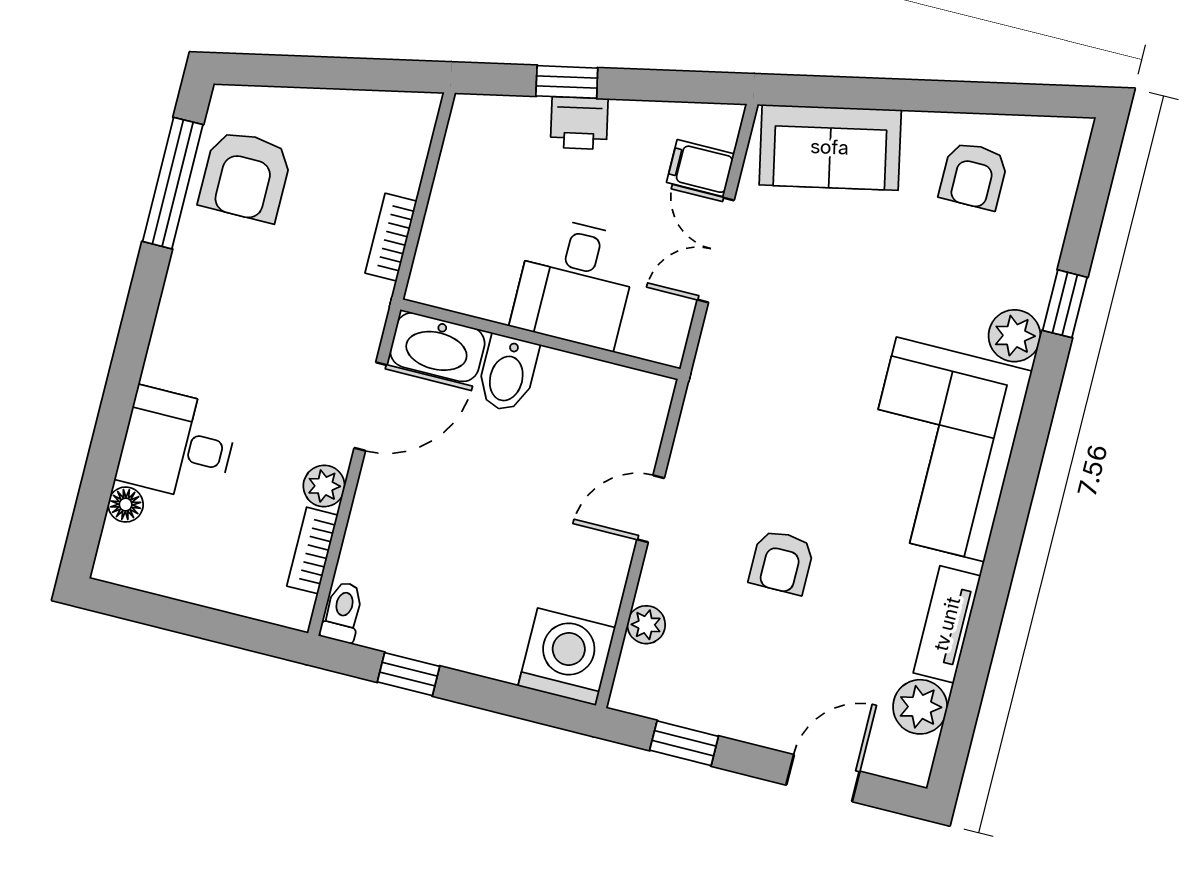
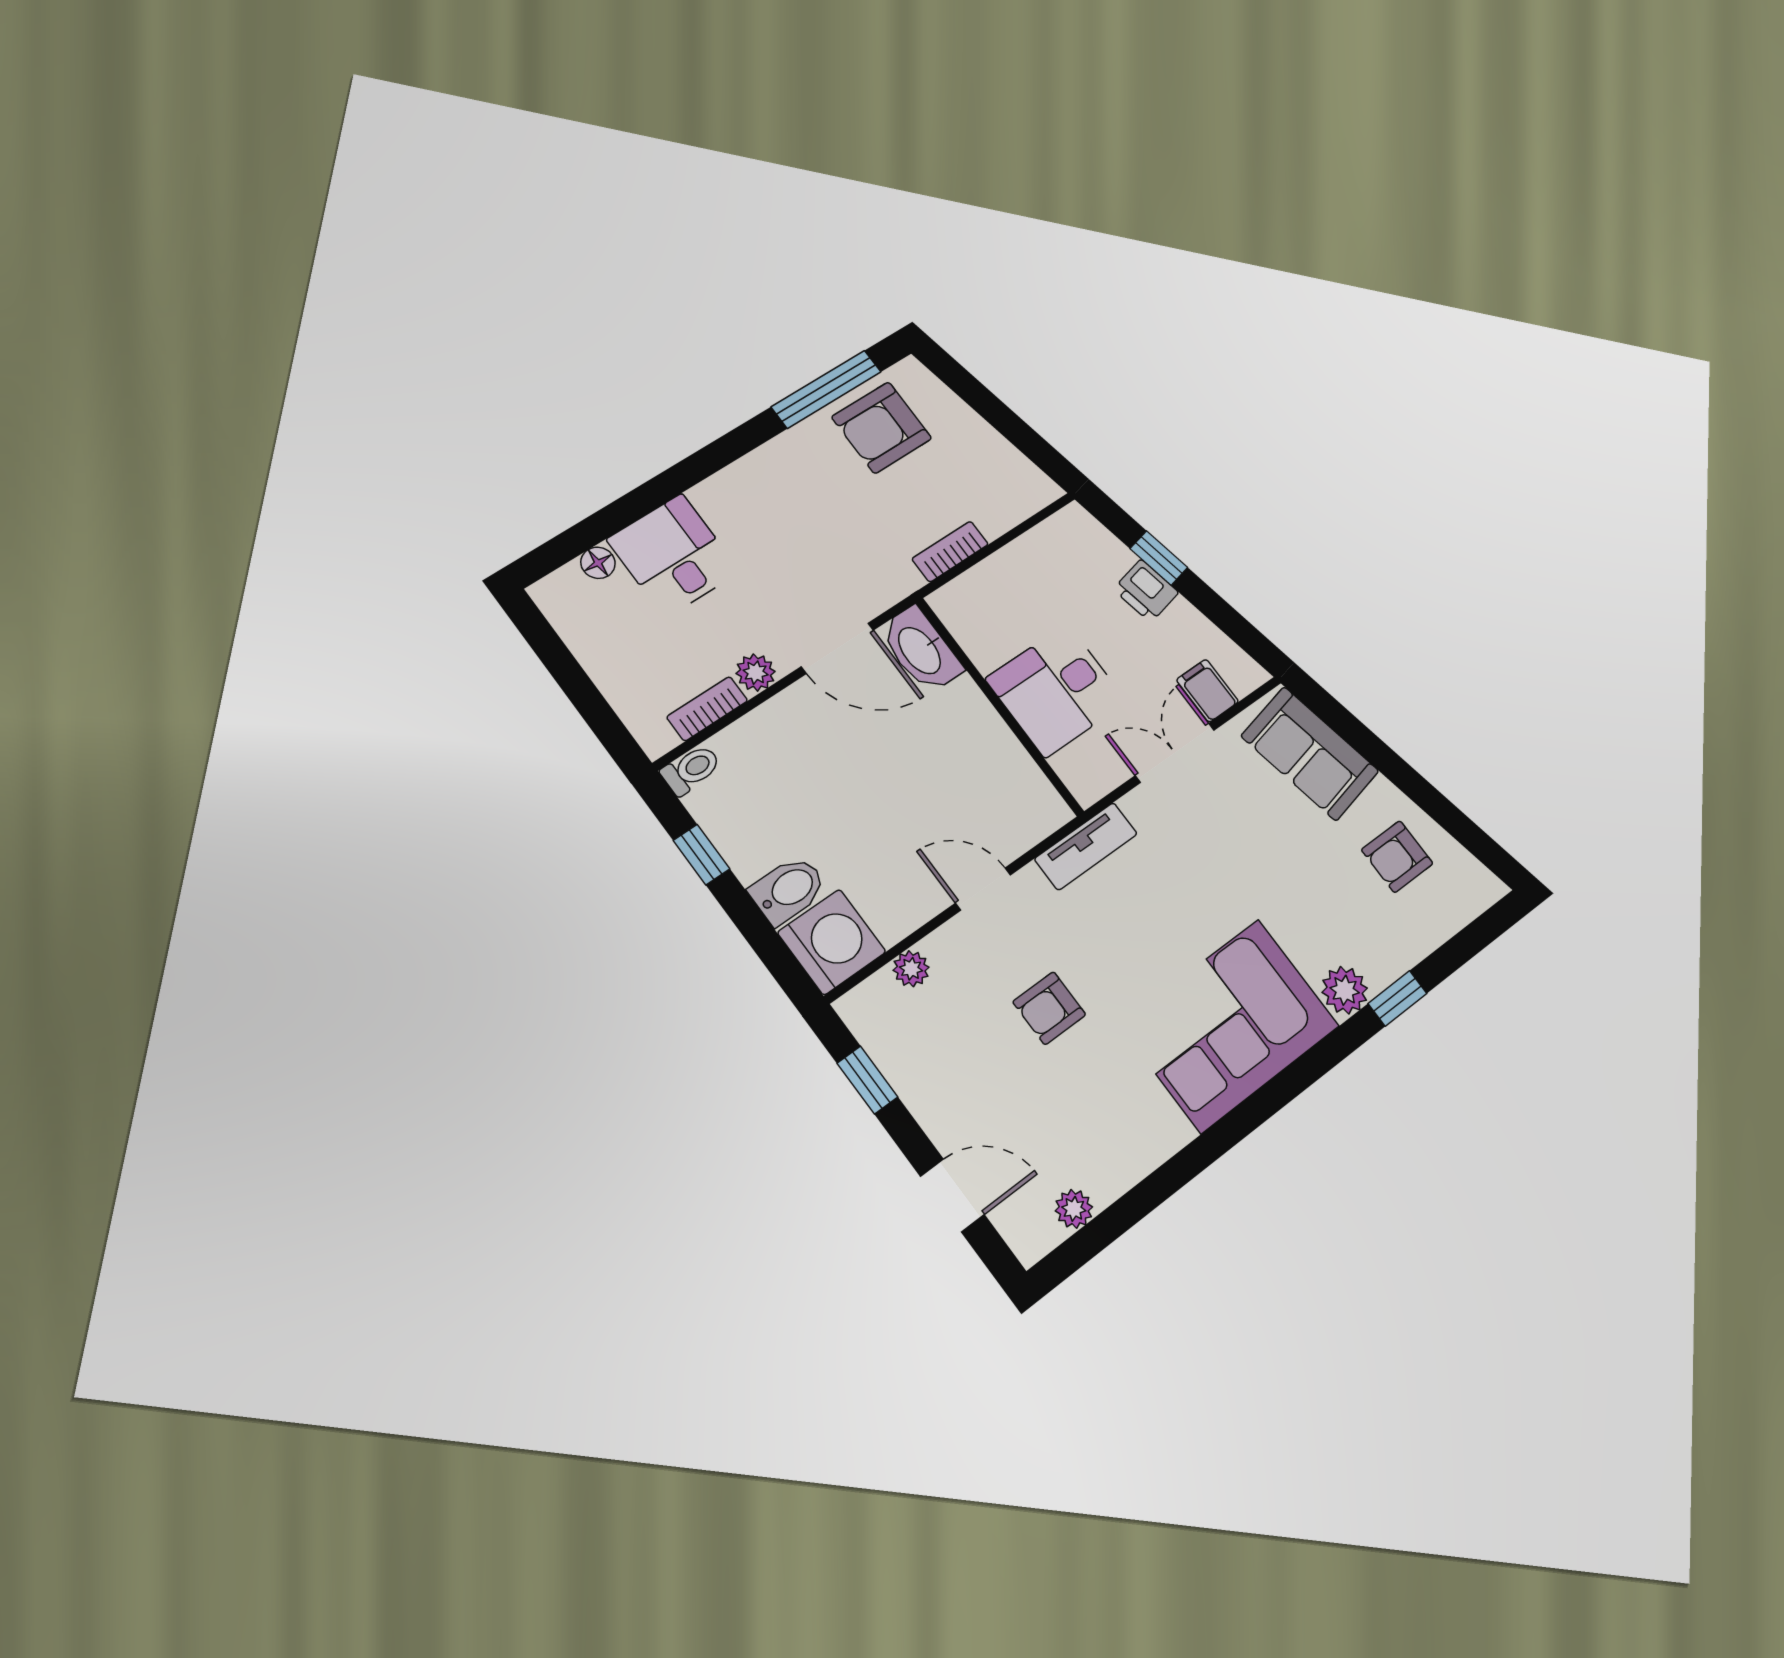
bidet: (507, 373) -> (788, 890), moved, turned 180
tv unit: (947, 624) -> (1086, 846), moved, turned 180
plant: (920, 707) -> (1074, 1209), width x0.73, depth x0.73

